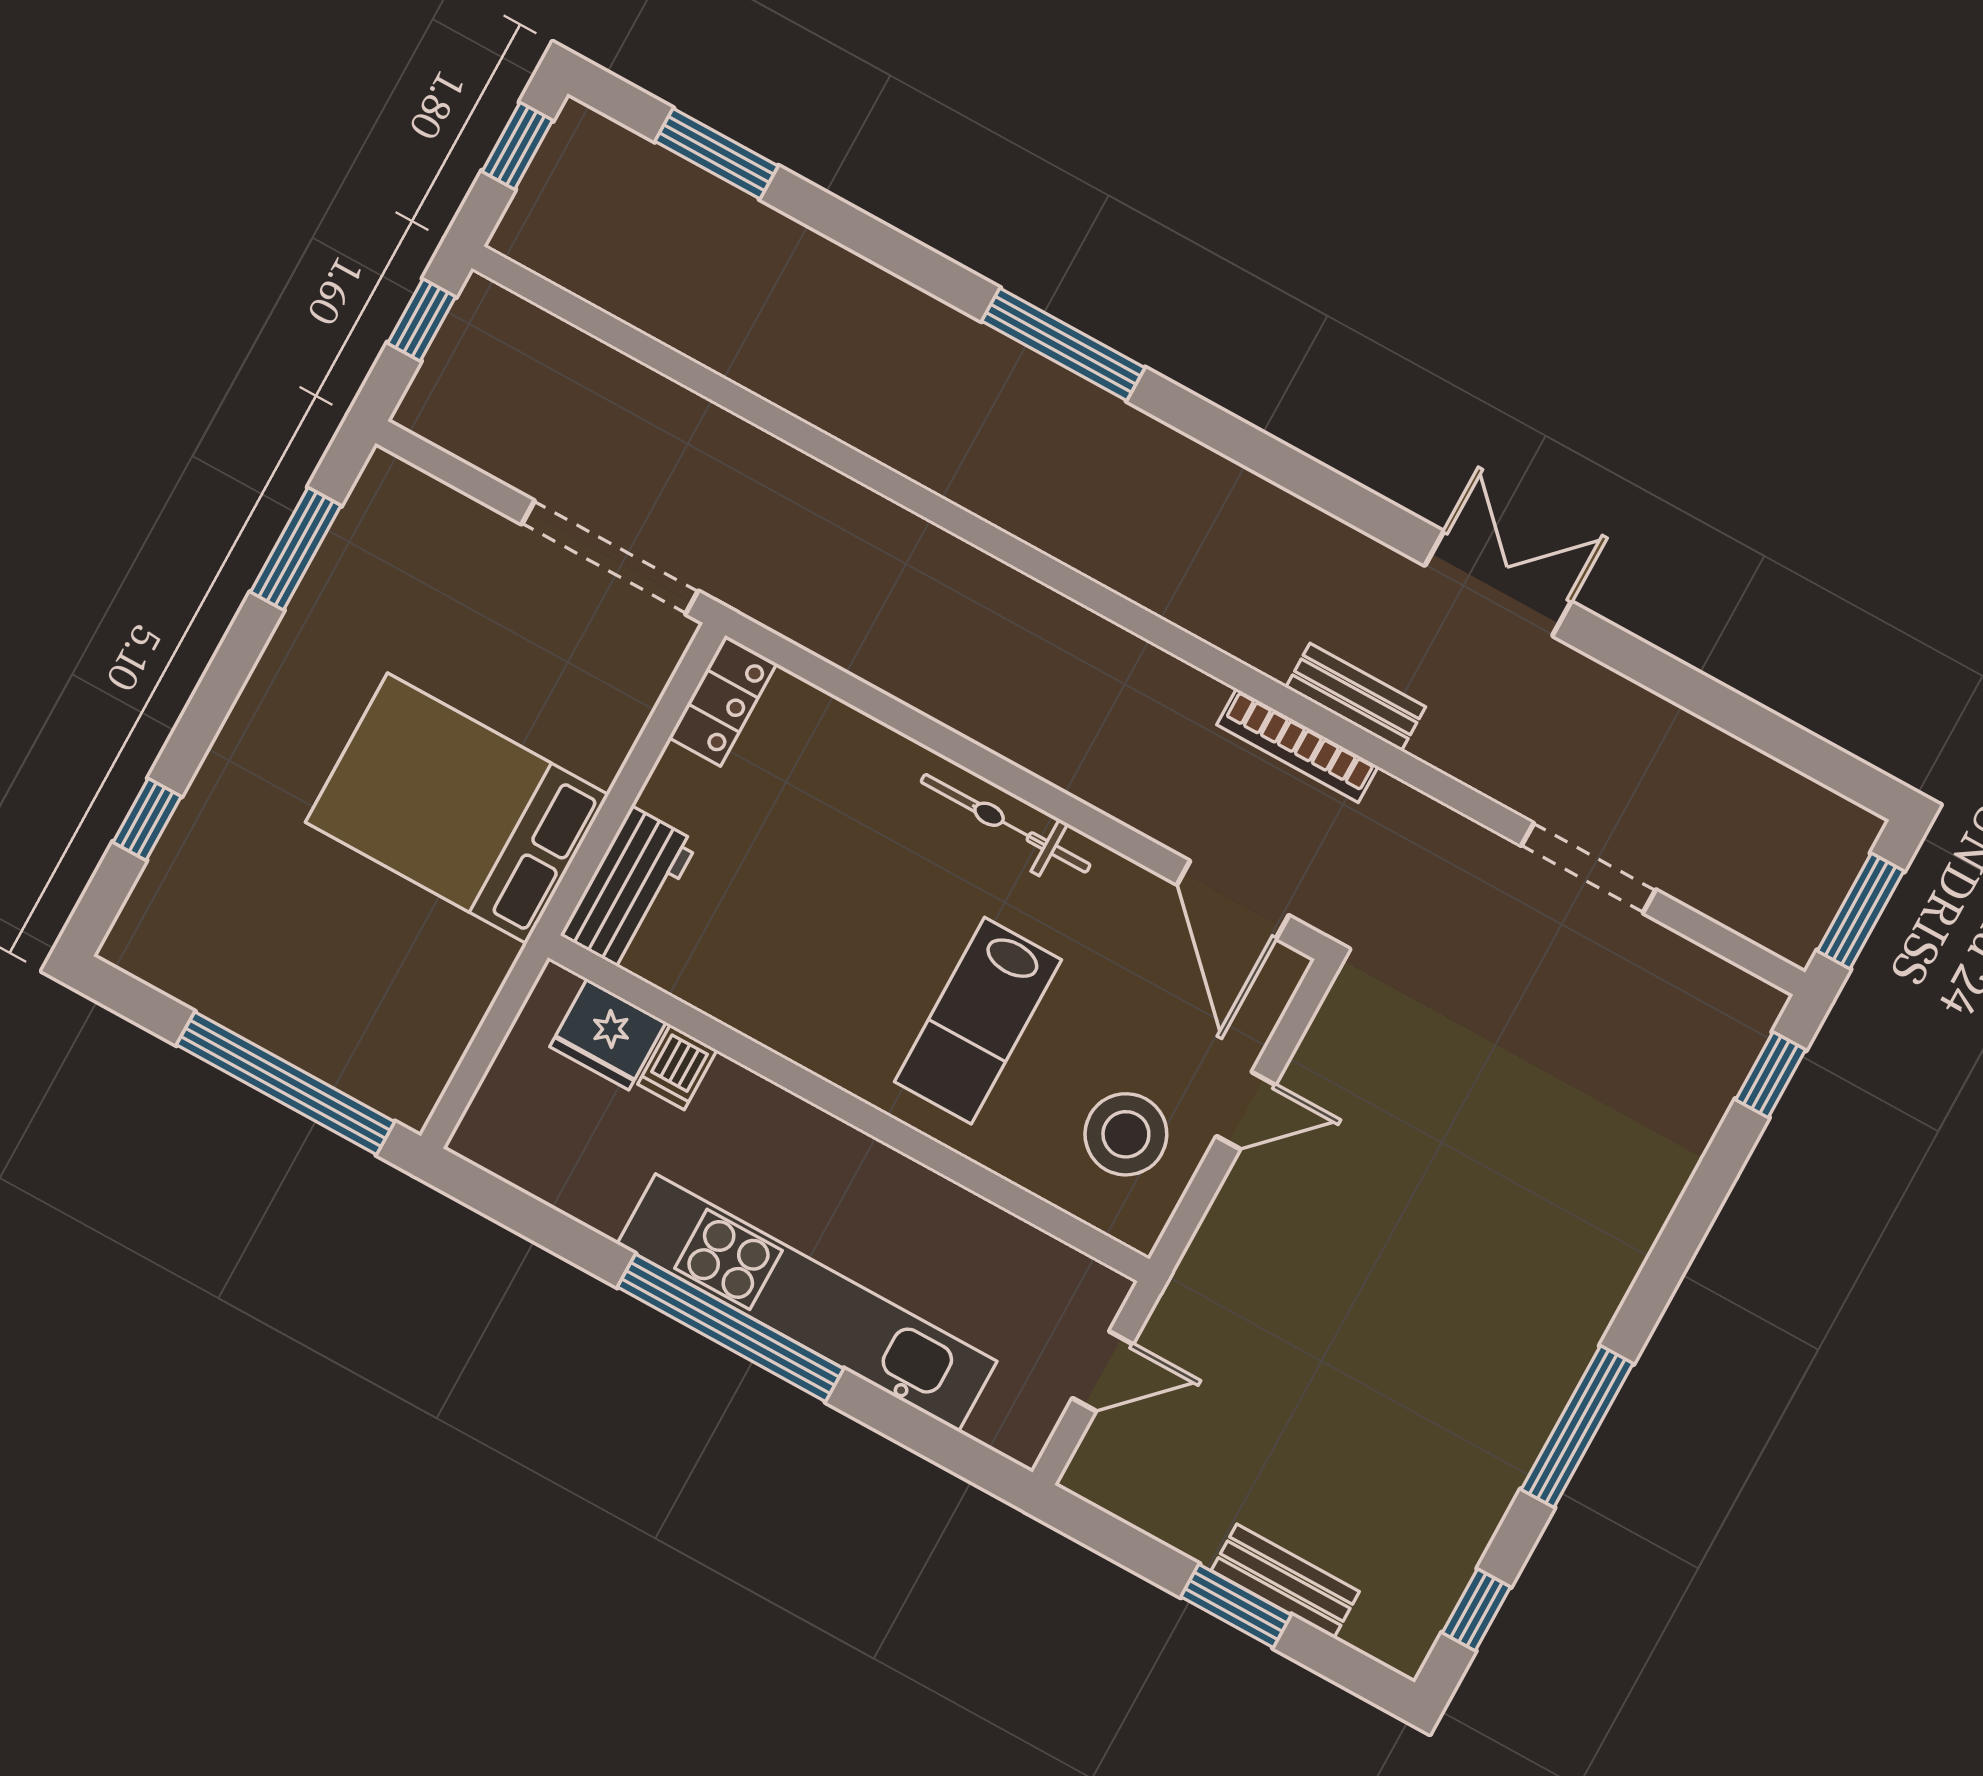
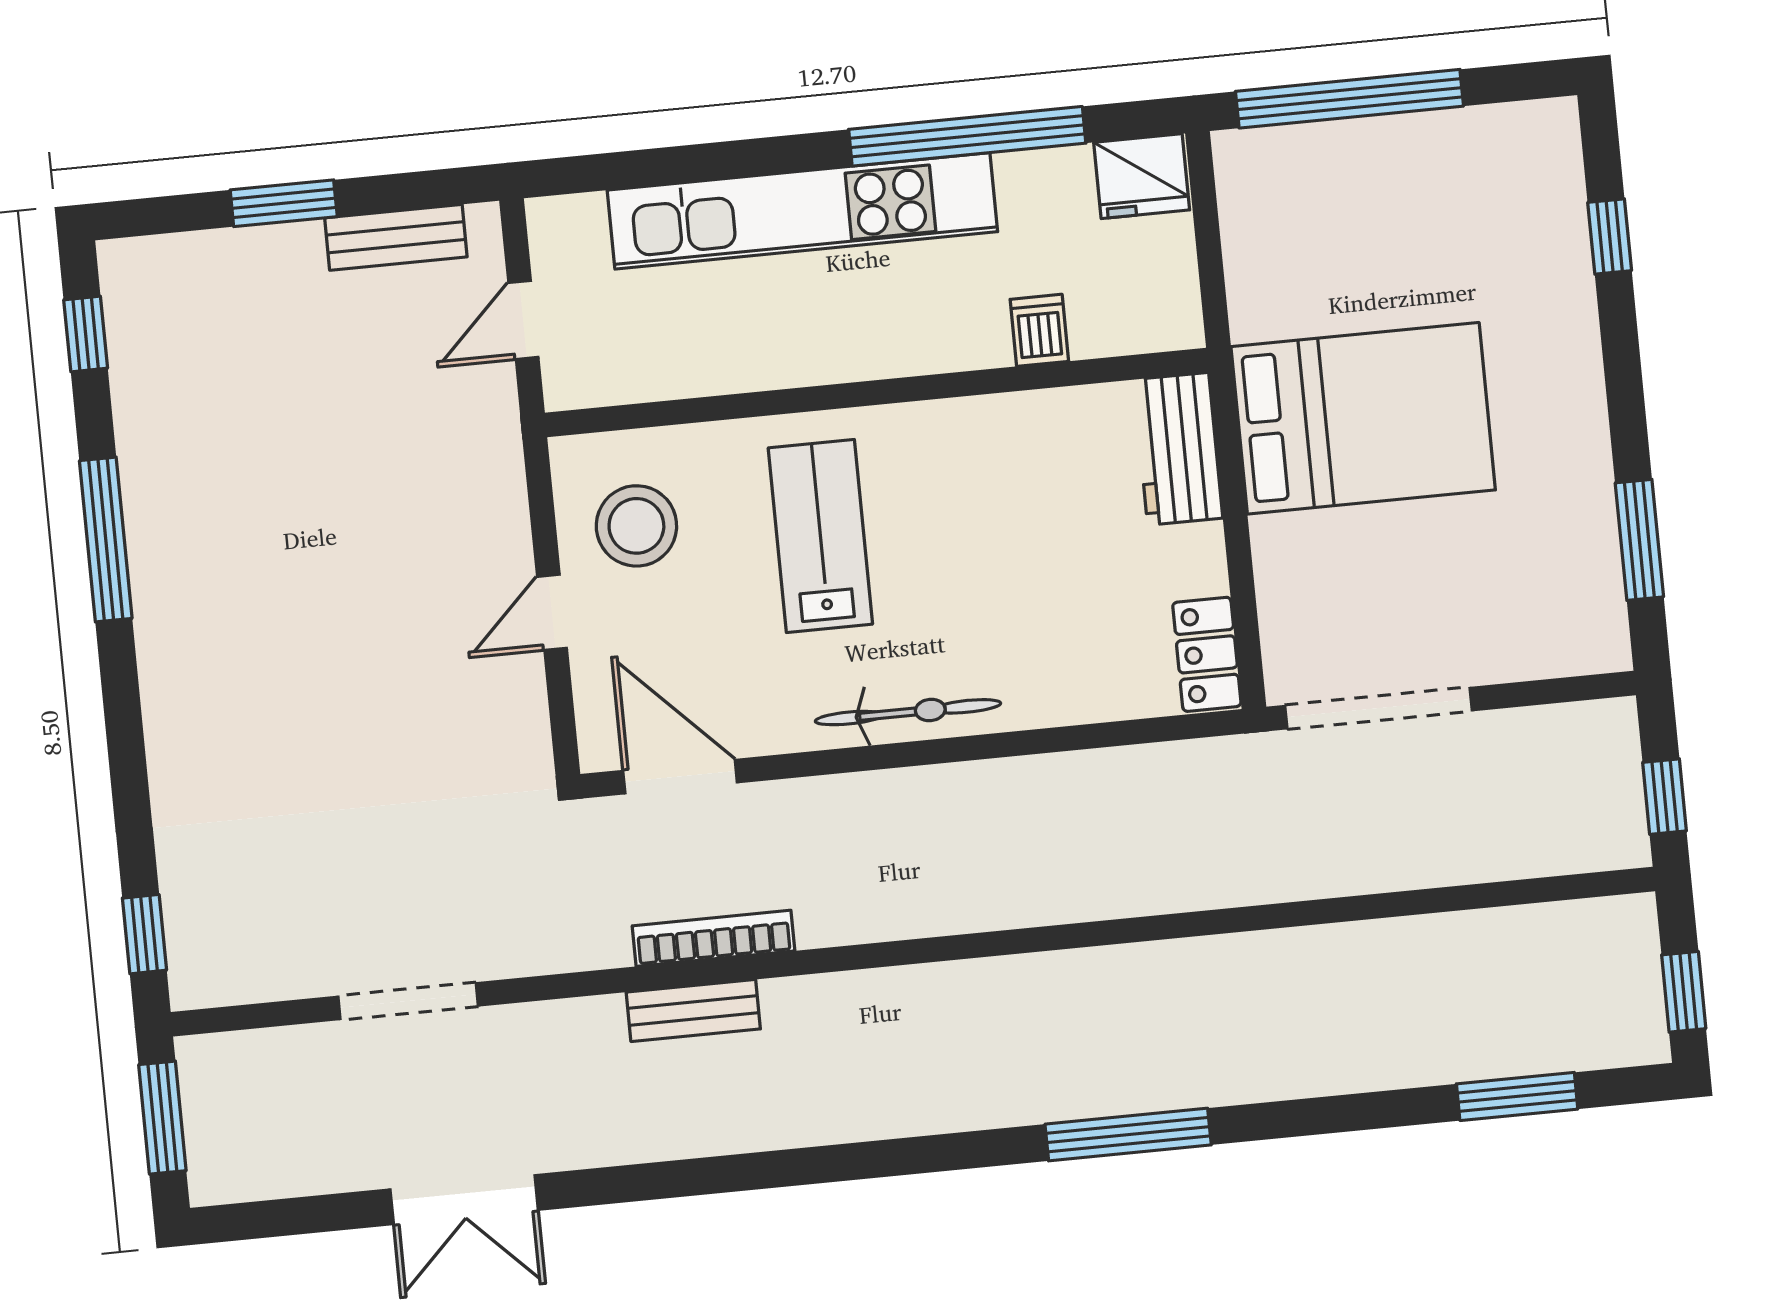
double door: (1498, 583) -> (464, 1200), moved
fridge: (608, 1034) -> (1142, 176), moved, turned 180
window: (731, 1328) -> (967, 136), moved
bench: (1285, 1581) -> (396, 237), moved

